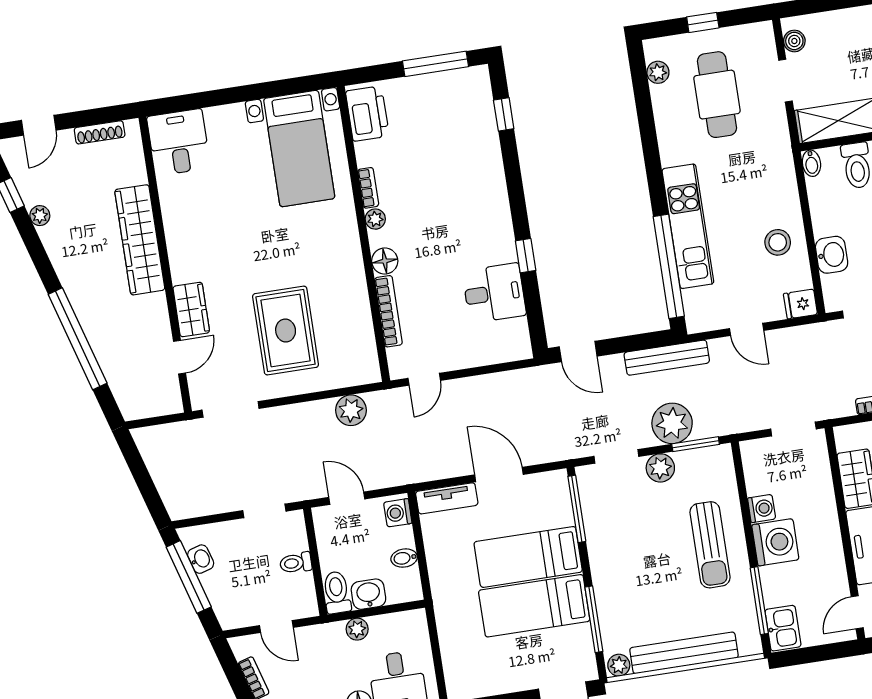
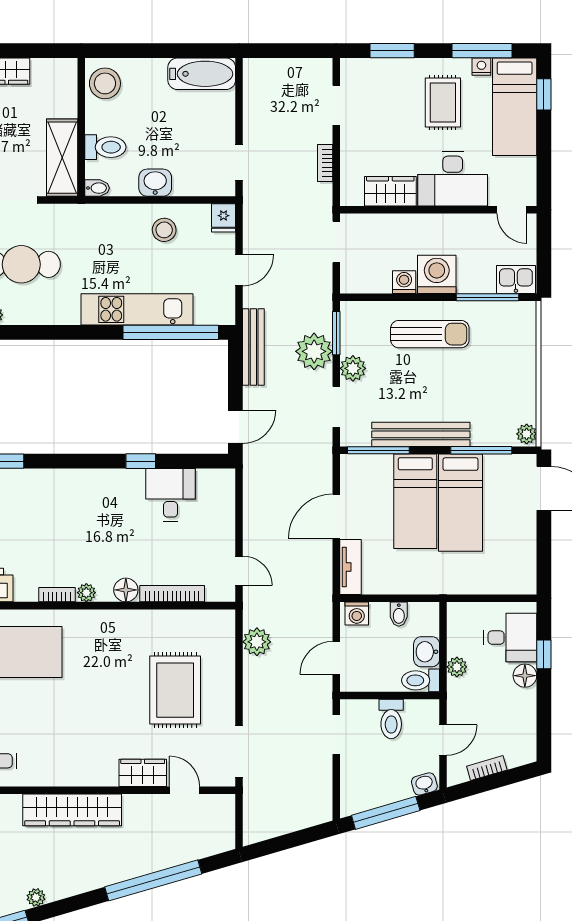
washbasin: (832, 255) -> (155, 183), moved
rug: (286, 331) -> (175, 690), turned 90
washbasin: (201, 559) -> (424, 784), moved
toilet: (296, 563) -> (391, 719), width x1.37, depth x1.39
bench: (684, 653) -> (421, 434), moved, turned 90

